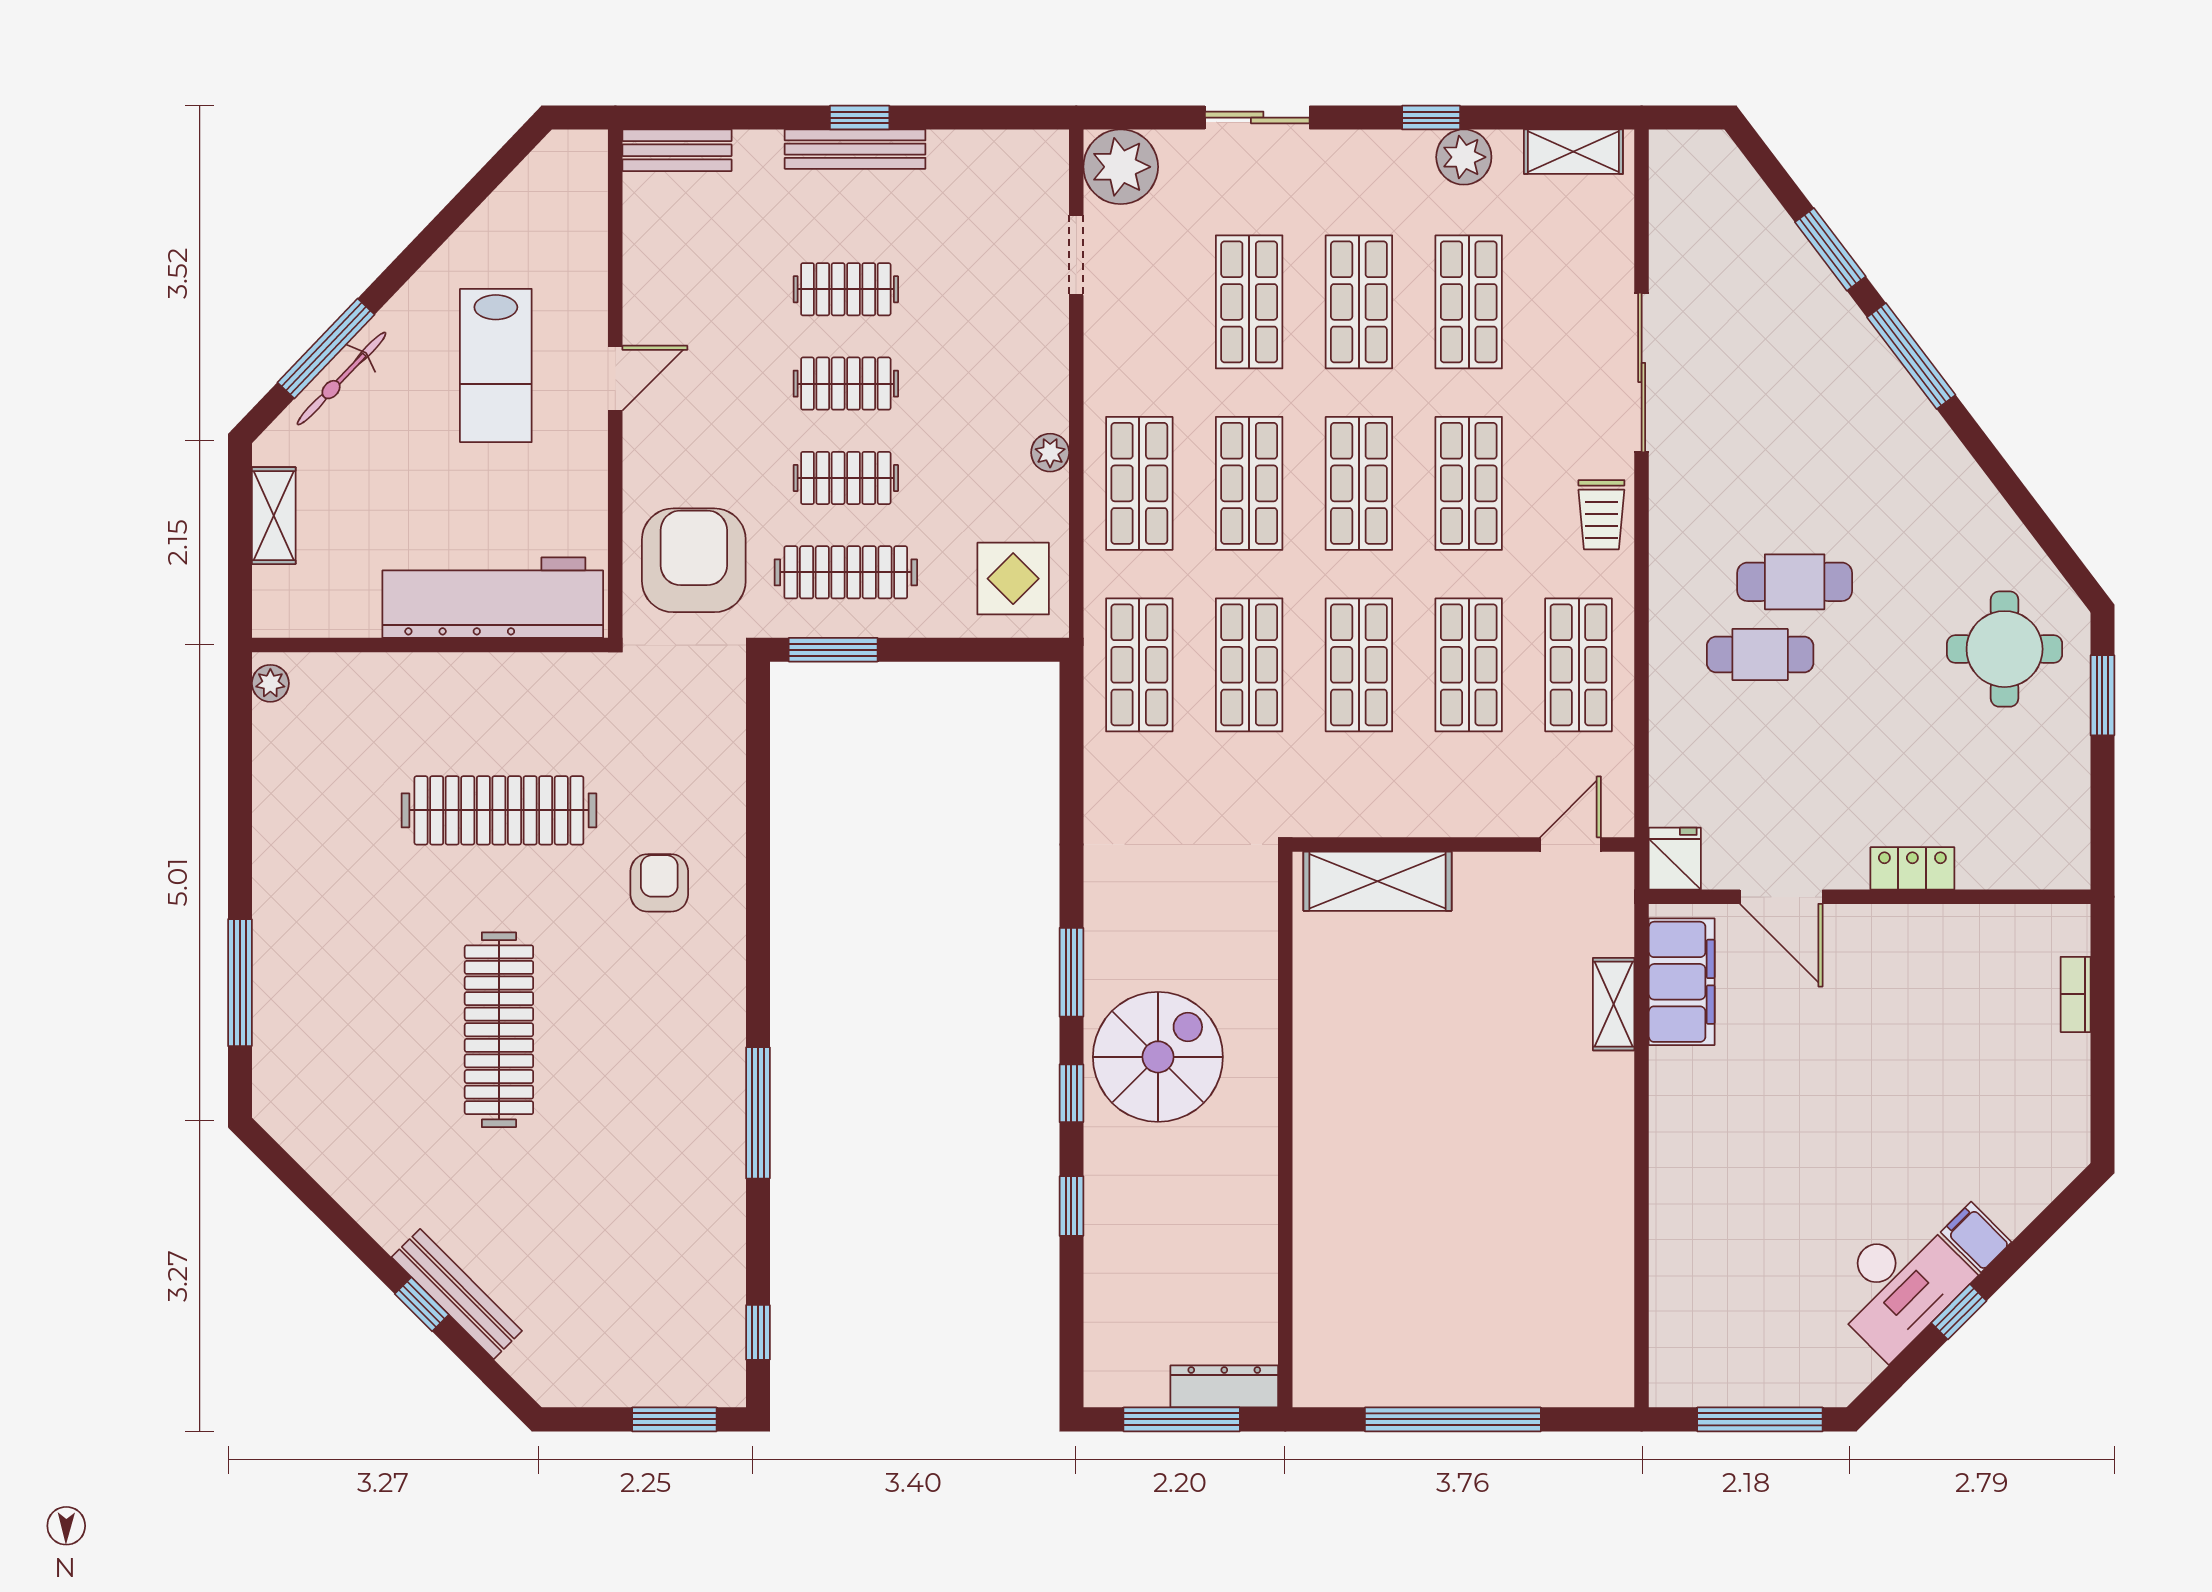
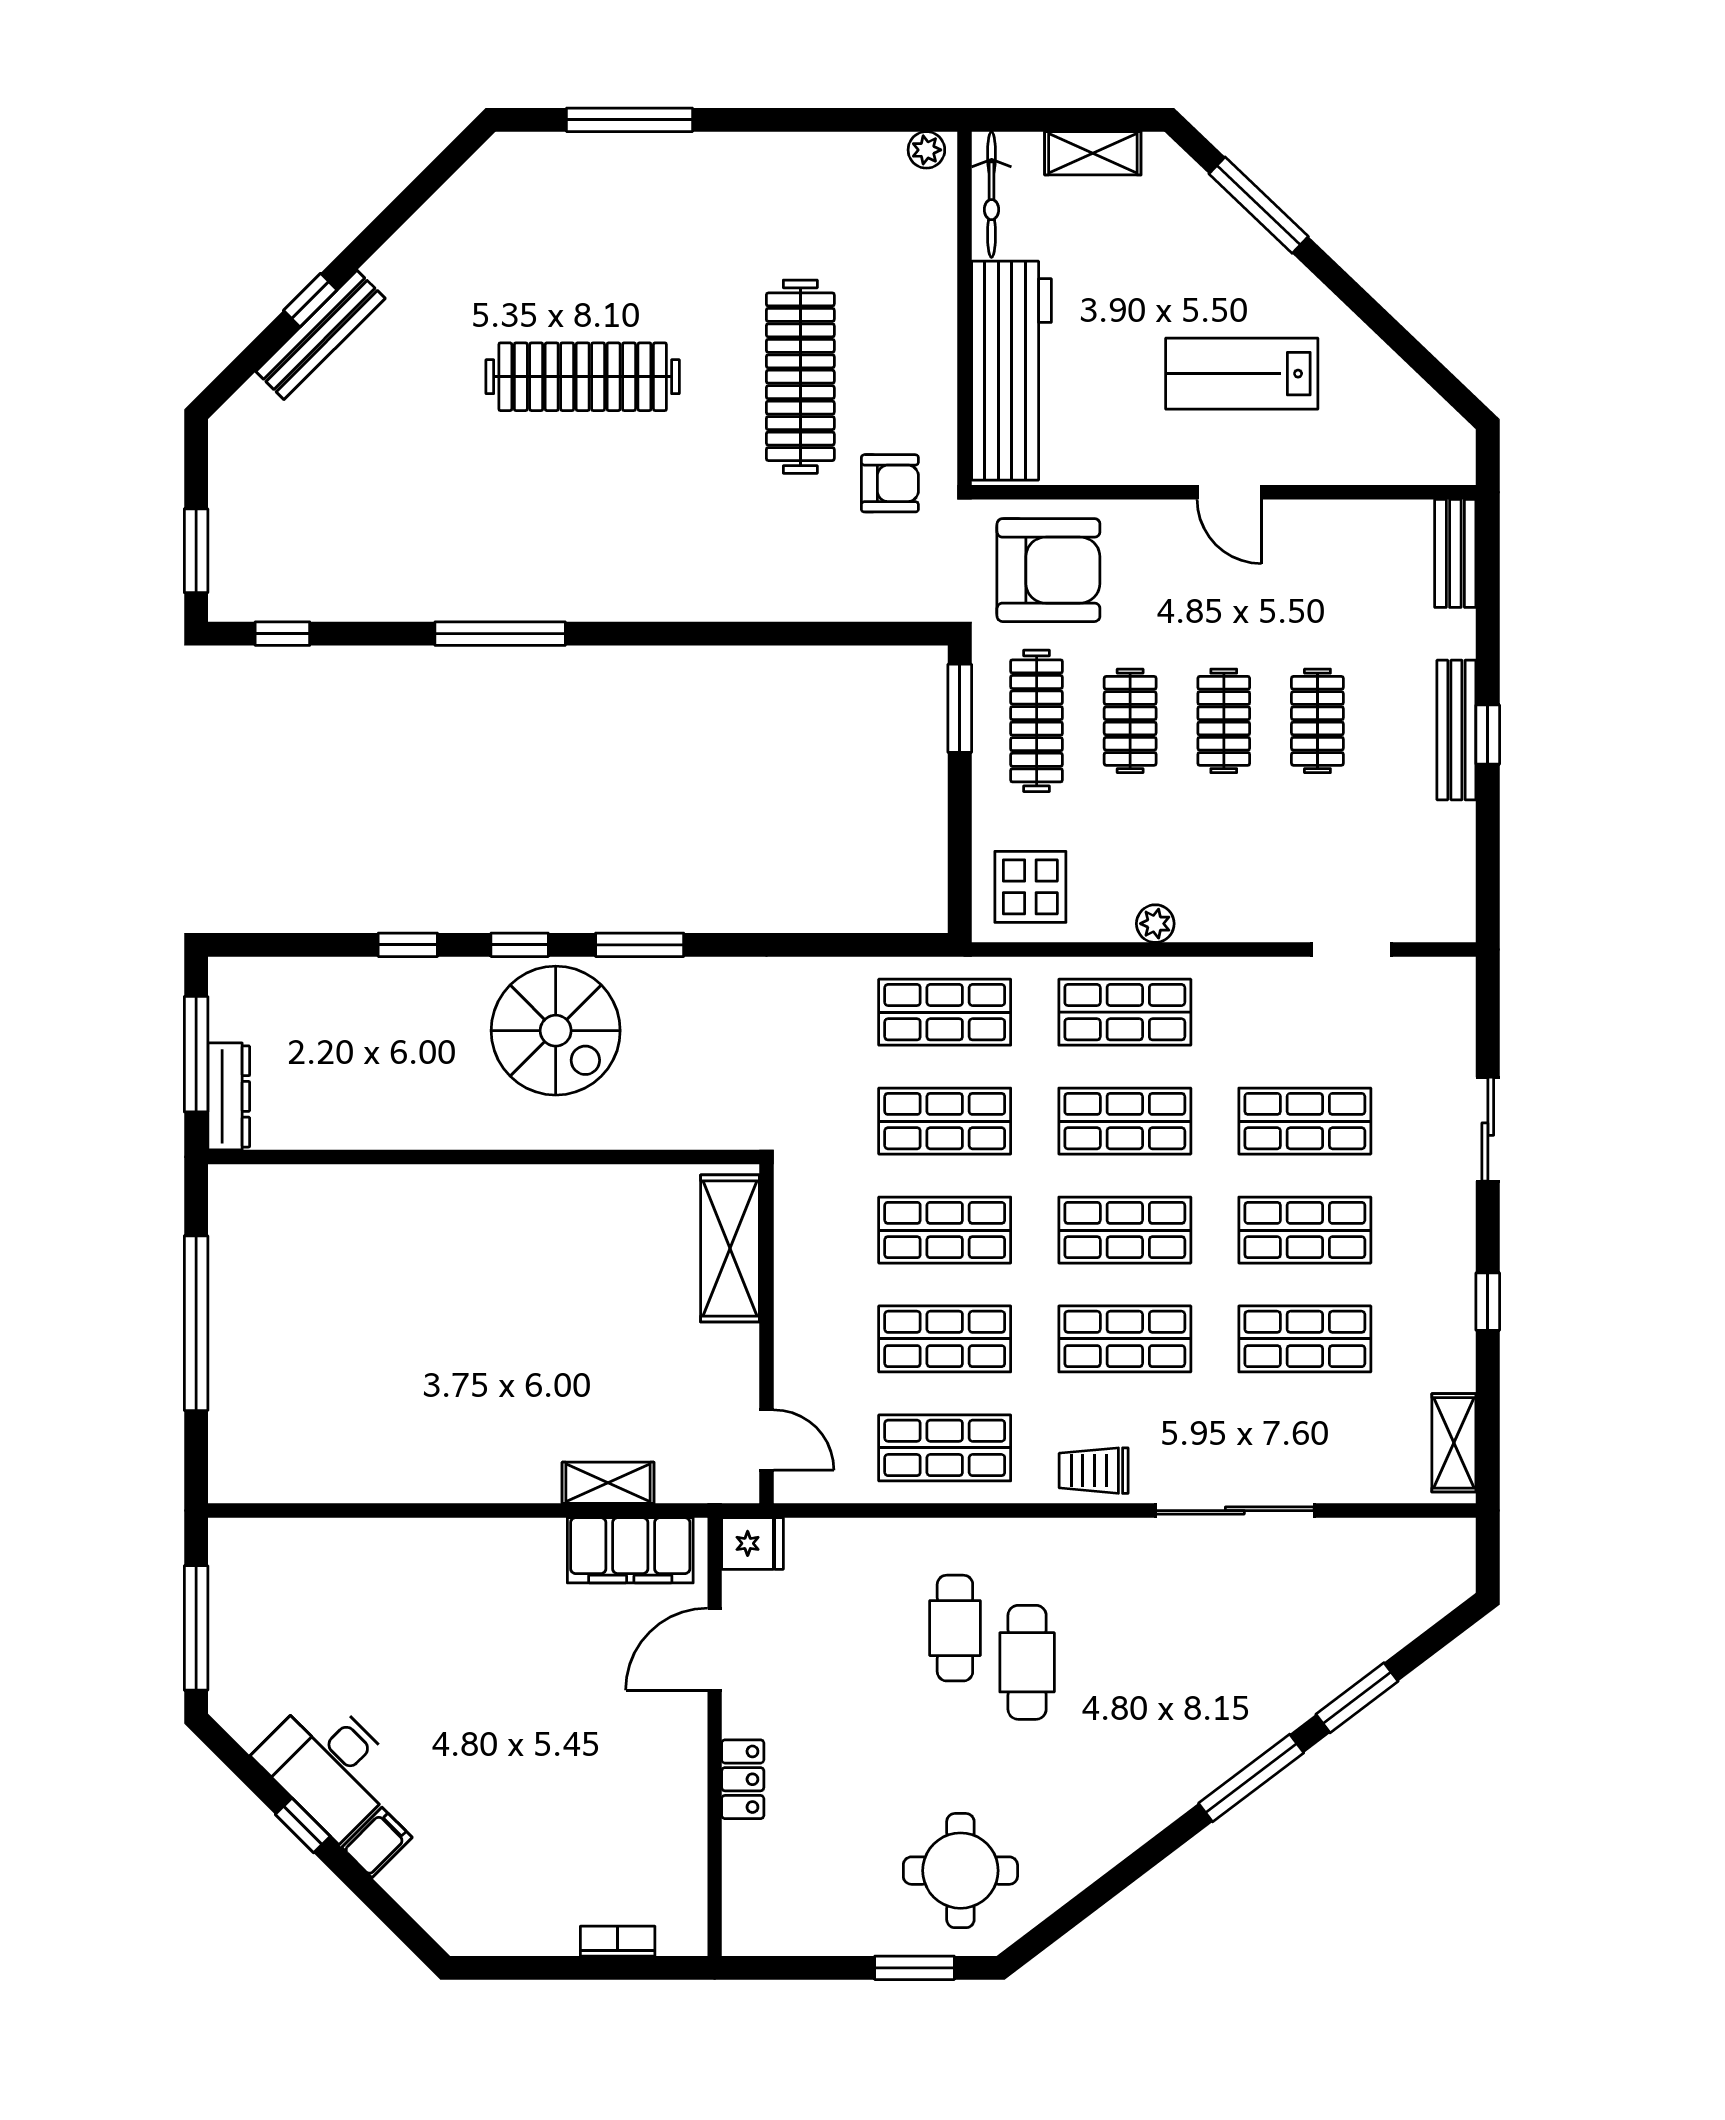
plant: (1464, 157) -> (1449, 1334), removed
plant: (1121, 167) -> (1439, 994), removed
bicycle: (342, 379) -> (992, 194), moved, turned -134
armchair: (659, 883) -> (890, 483), moved

